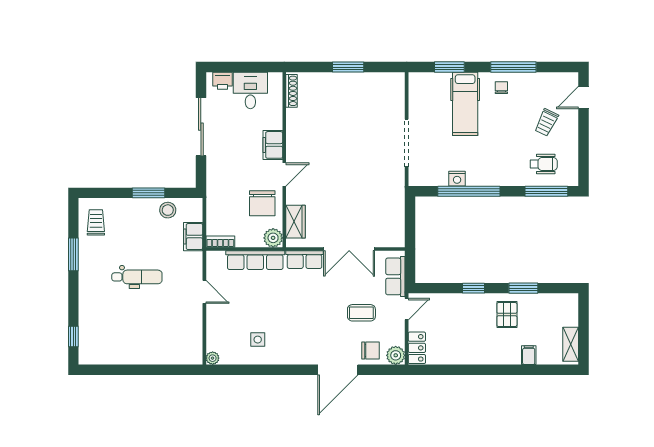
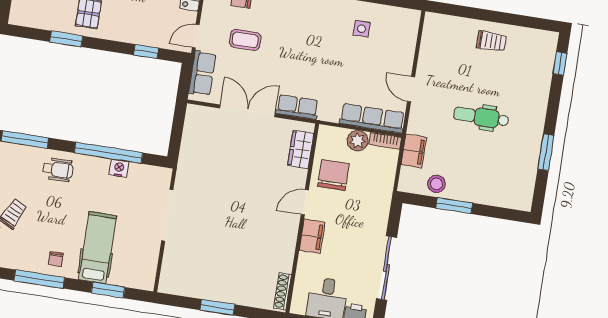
wheelchair: (544, 164) -> (58, 170), moved, turned 180
trolley: (96, 222) -> (492, 41), moved, turned -90
plant: (273, 238) -> (358, 141), moved
row of seats: (255, 260) -> (372, 118), moved
window: (474, 288) -> (146, 52), moved
plant: (213, 358) -> (413, 16), removed

